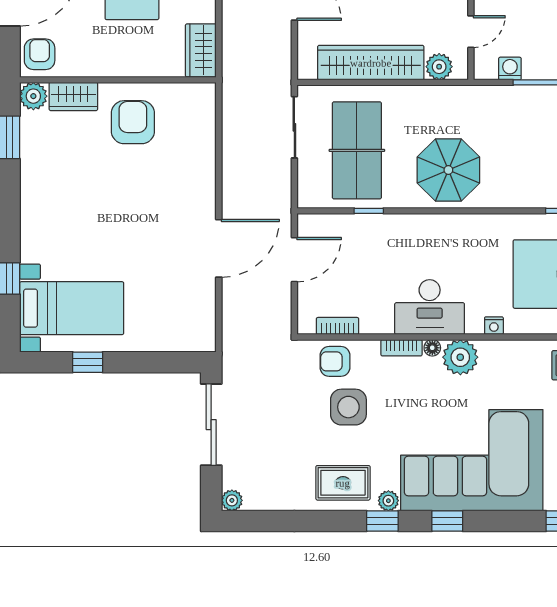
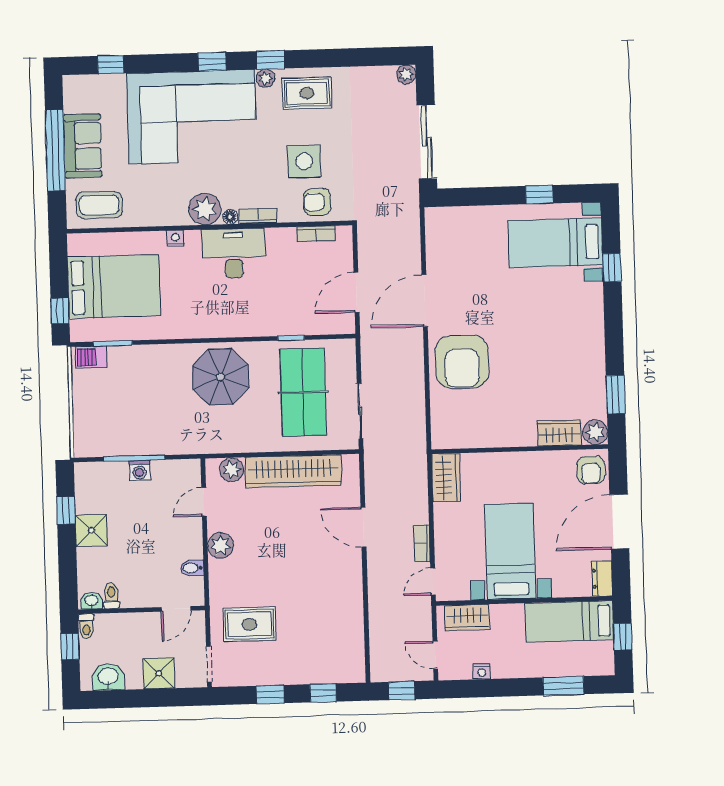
washing machine: (510, 69) -> (140, 471), moved
armchair: (133, 122) -> (462, 362), moved, width x1.36, depth x1.36
armchair: (335, 361) -> (317, 202), turned 180

